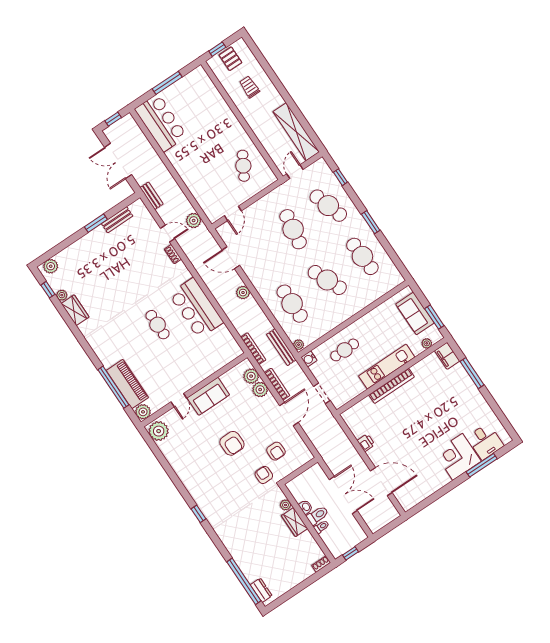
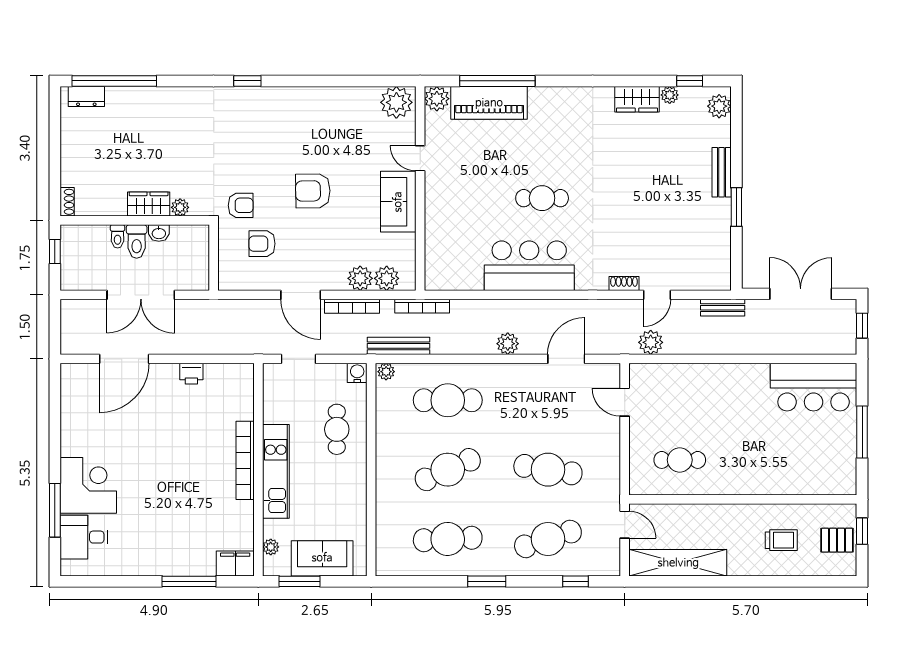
cafe table: (243, 166) -> (680, 460), turned -30
bench: (117, 220) -> (722, 172), moved

